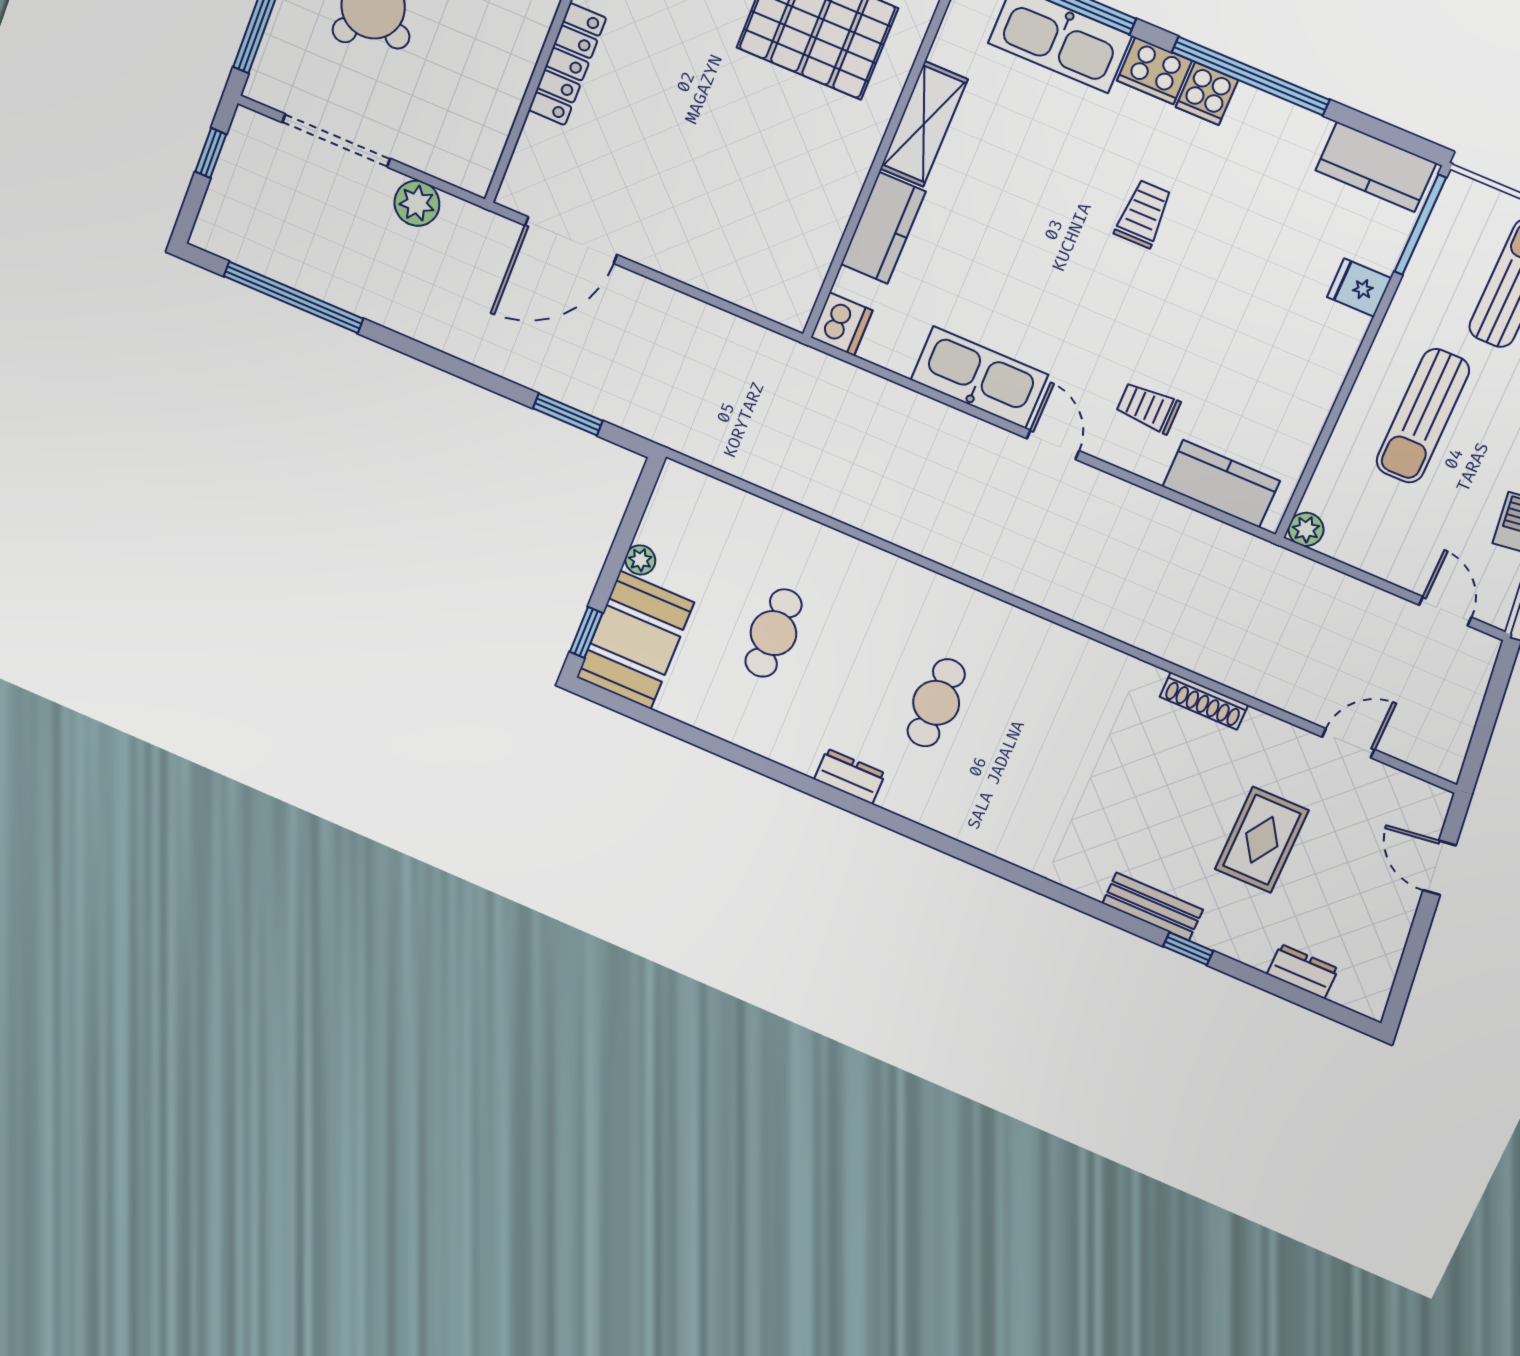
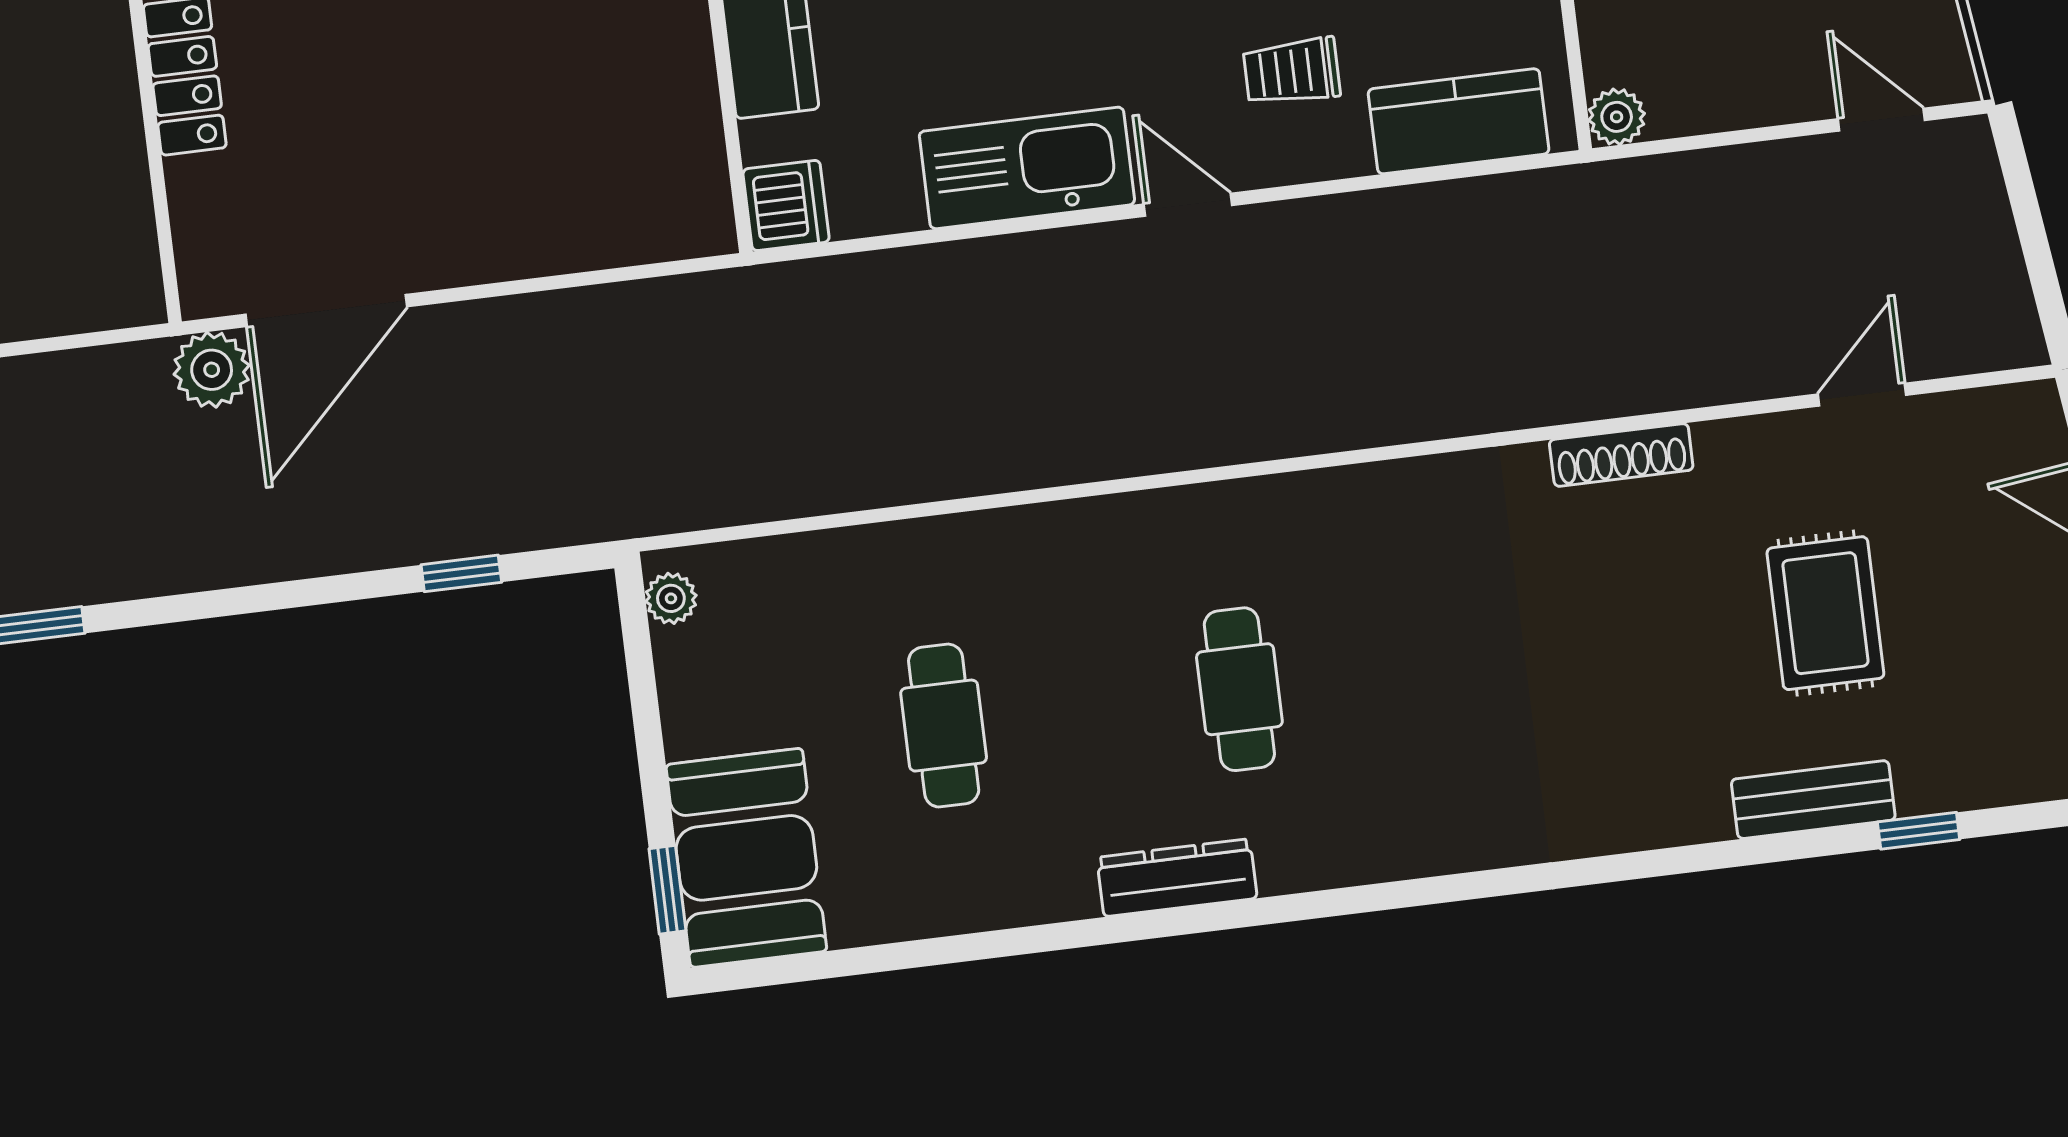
plant: (417, 203) -> (212, 370), moved
window: (568, 414) -> (461, 573), width x0.67
plant: (640, 560) -> (671, 598), moved
dresser: (850, 776) -> (1177, 878), width x1.44
bench: (1153, 906) -> (1813, 800), moved
window: (1188, 949) -> (1919, 831), moved
dresser: (1303, 971) -> (2001, 777), removed

